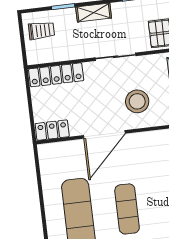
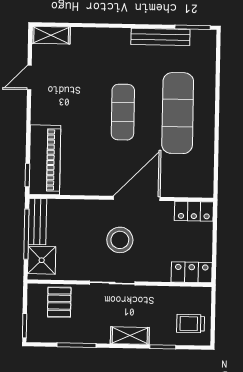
locker: (56, 75) -> (192, 272), width x0.66
stool: (137, 101) -> (120, 240), moved

